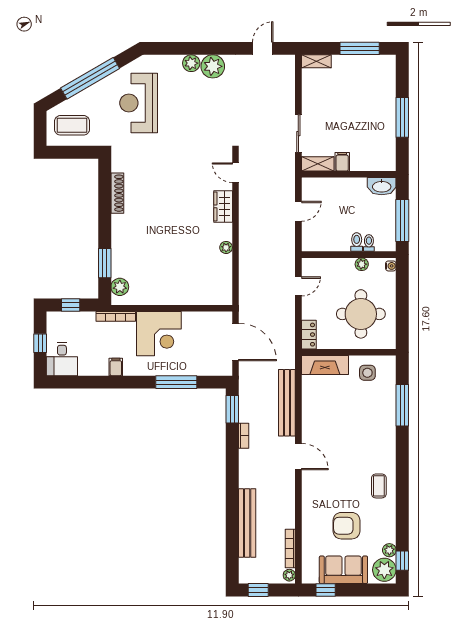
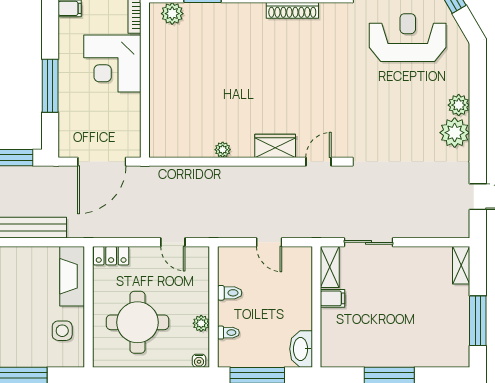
toilet: (357, 242) -> (230, 293), moved

